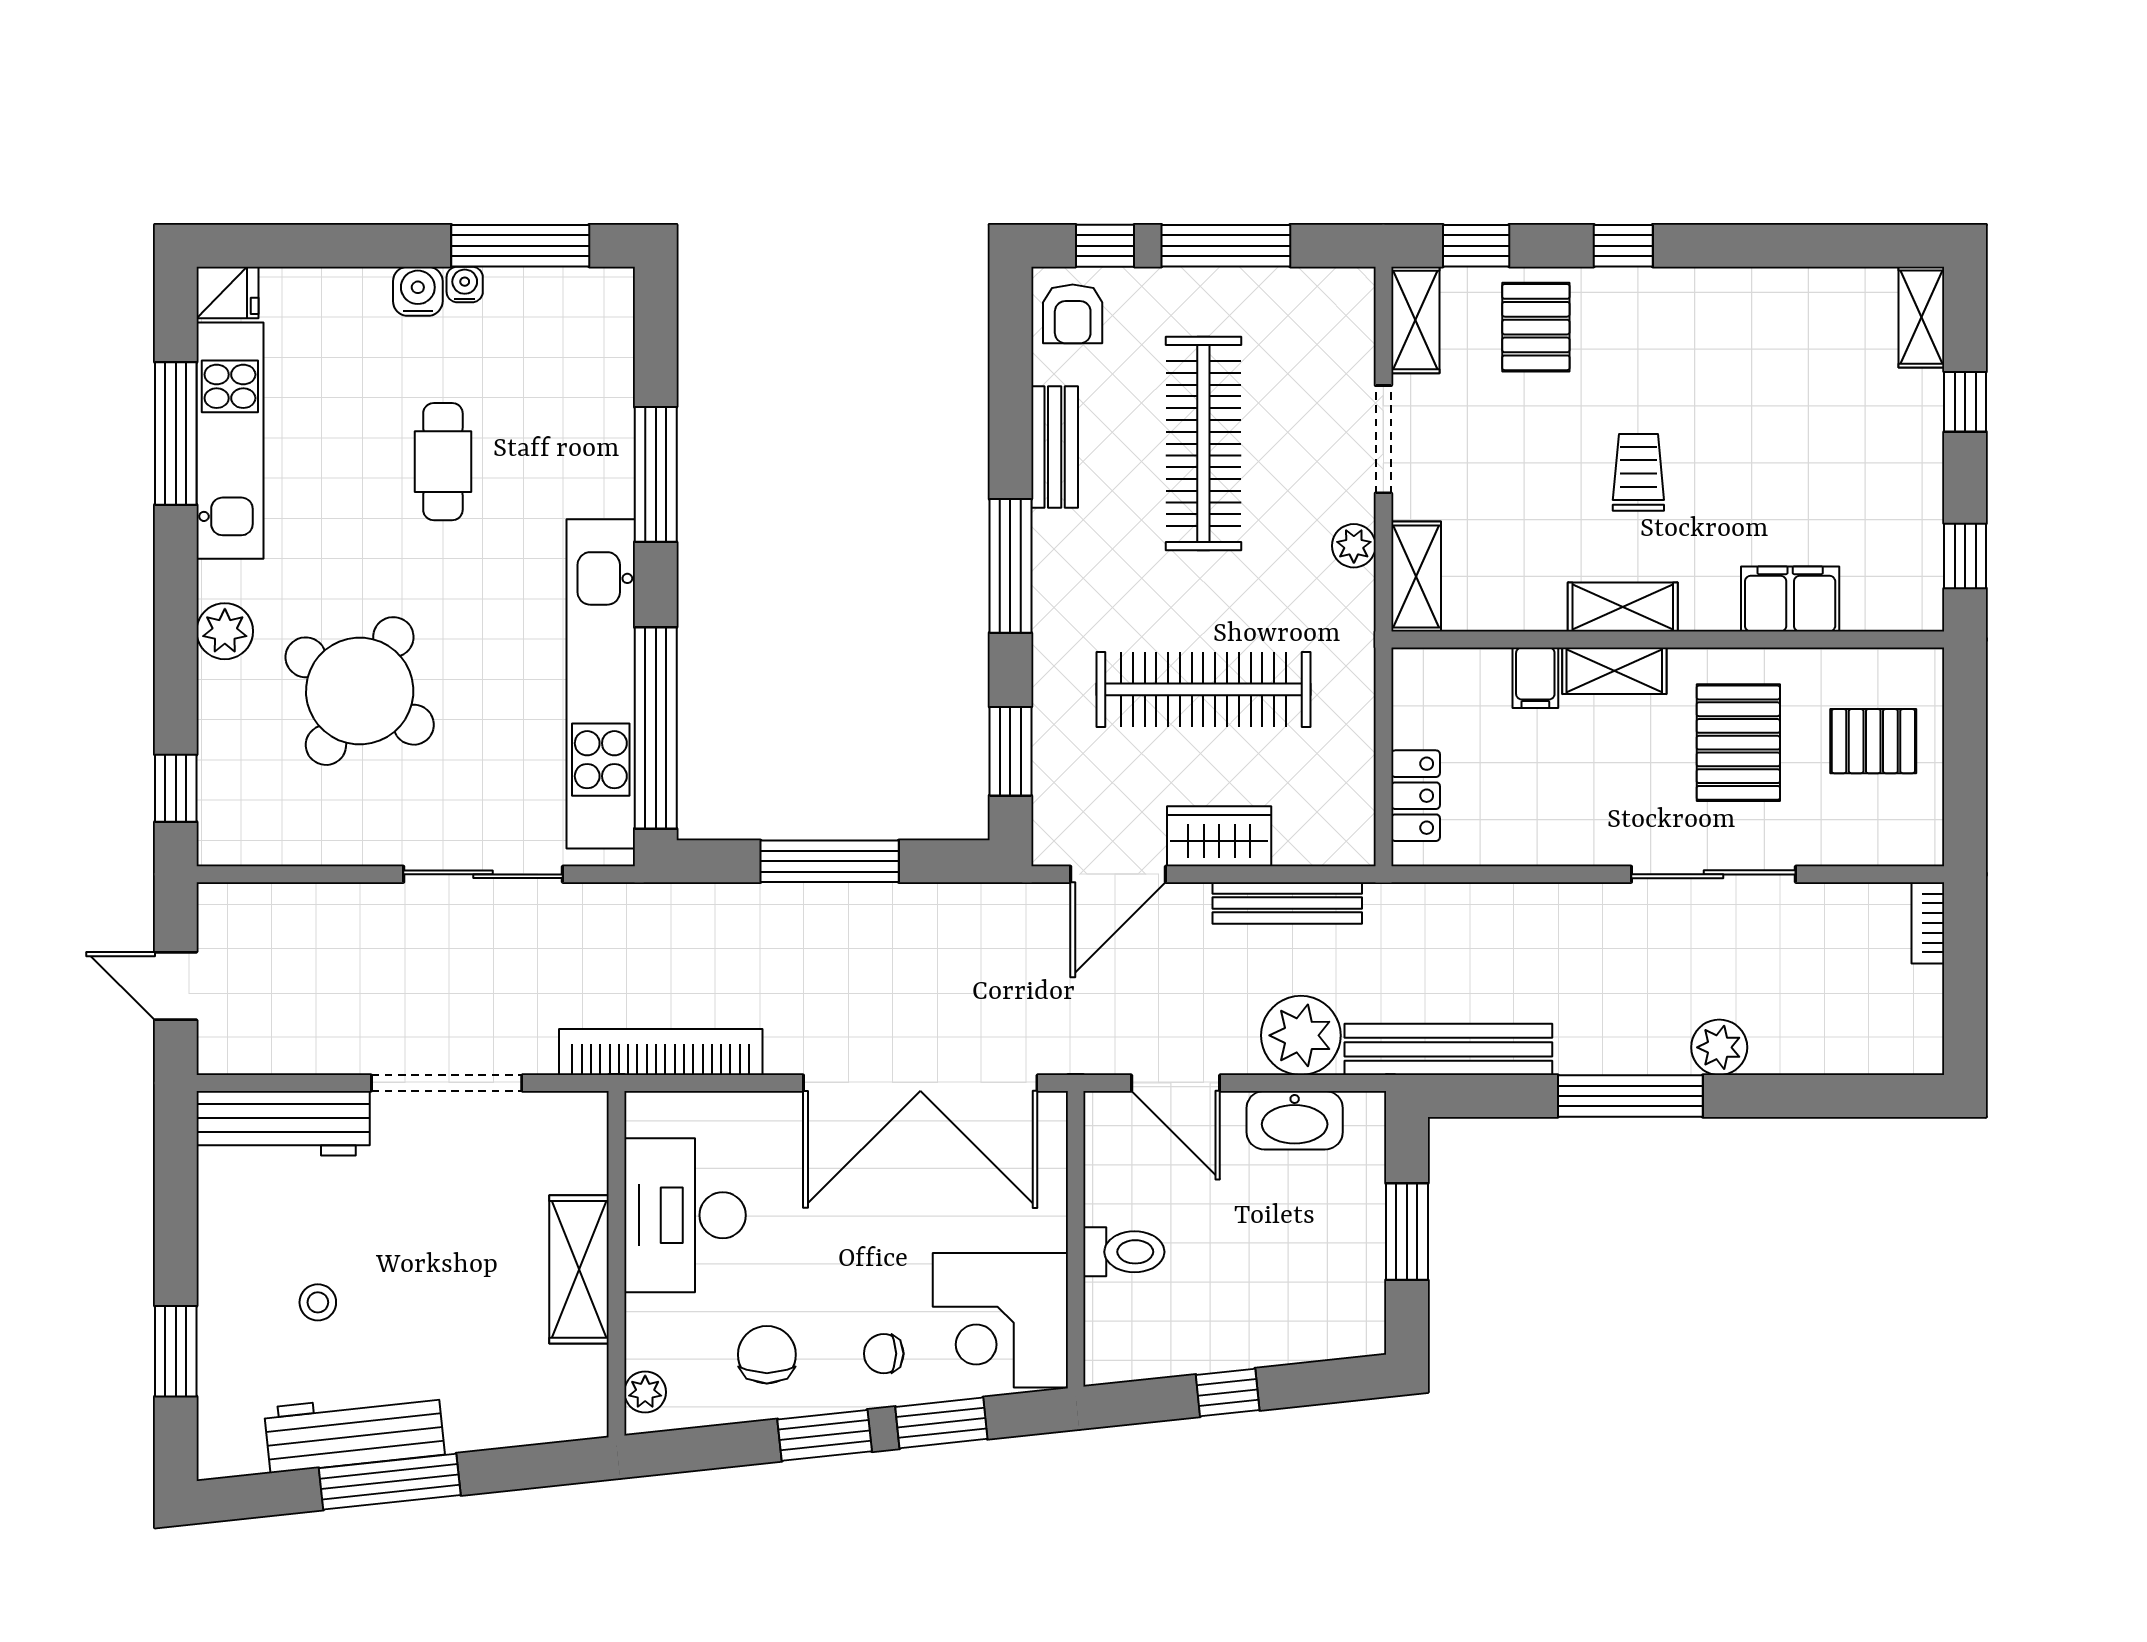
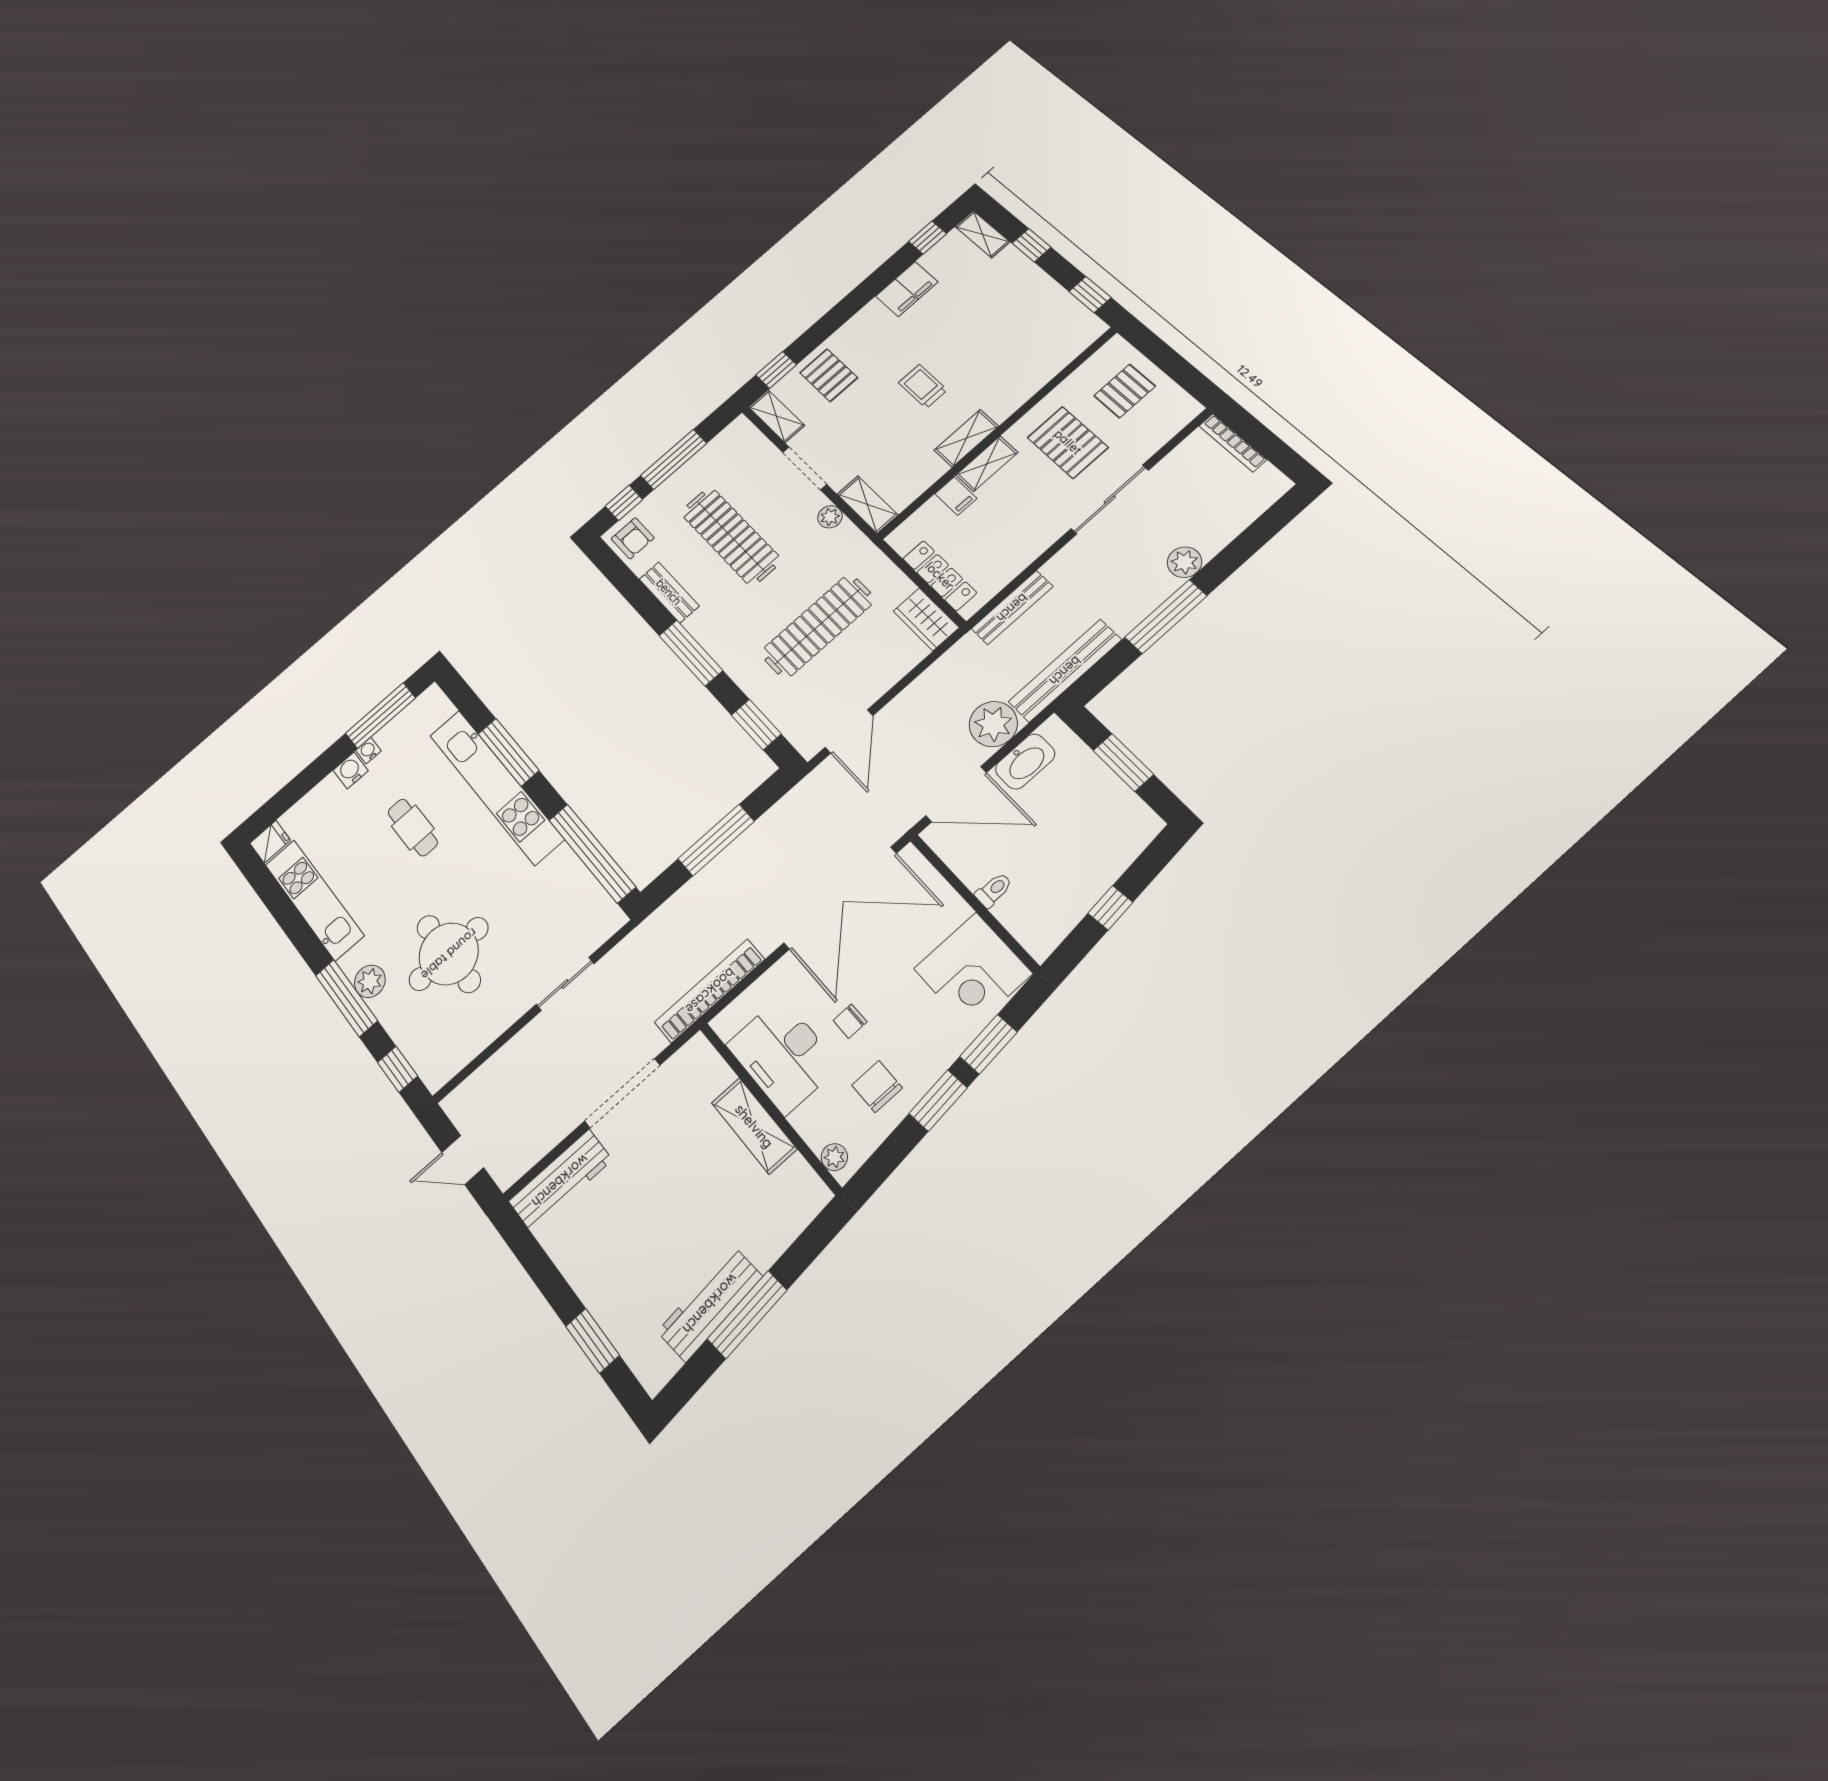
window: (1623, 246) -> (928, 238), moved
window: (176, 433) -> (346, 998), moved
filing cabinet: (1790, 599) -> (907, 289), moved, turned 180
kitchen unit: (601, 684) -> (496, 787), moved
round table: (360, 691) -> (449, 954), turned -32
locker: (1416, 796) -> (940, 576), width x1.53
wardrobe: (1219, 836) -> (926, 619), moved, turned -90
sliding door: (483, 874) -> (565, 984), width x0.73
bench: (1287, 903) -> (1012, 608), moved
bookcase: (1928, 923) -> (1233, 443), width x1.56
door: (1176, 1083) -> (956, 794), width x1.36
toilet: (1124, 1252) -> (994, 890), width x0.73, depth x0.72
stool: (318, 1302) -> (643, 1254), removed
chair: (884, 1354) -> (850, 1021), moved

